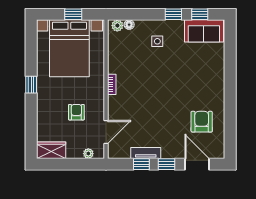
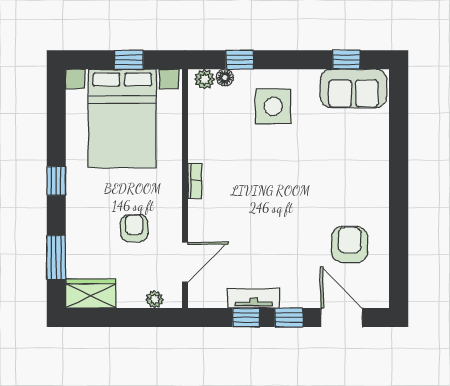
window: (173, 14) -> (240, 60), moved
side table: (157, 41) -> (273, 106), width x1.87, depth x1.87
window: (31, 129) -> (56, 257), added

